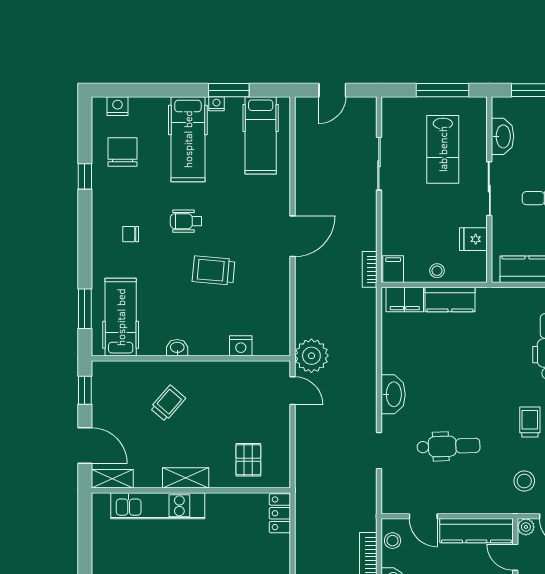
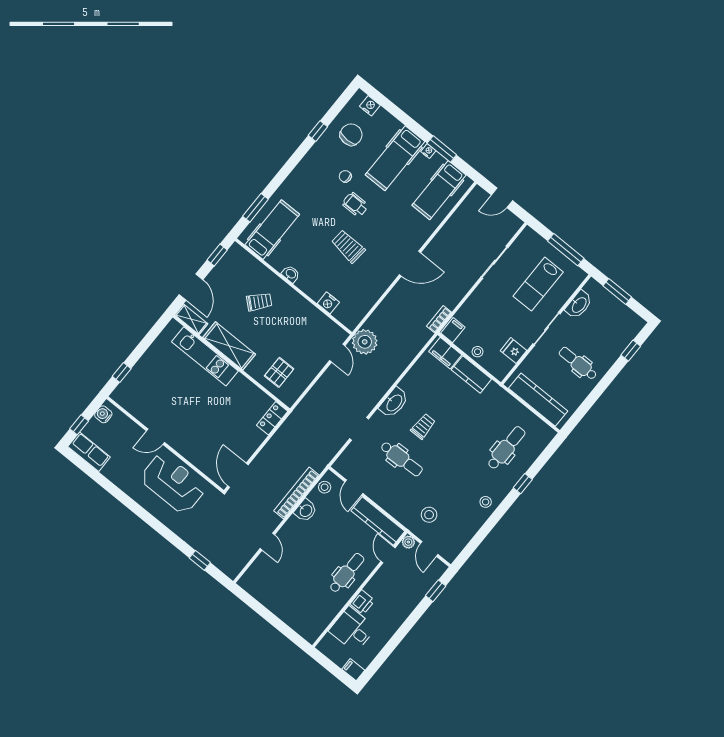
chair: (131, 234) -> (345, 176), moved
trolley: (530, 422) -> (423, 426), moved
shelving: (186, 478) -> (229, 346), width x1.50, depth x1.33

